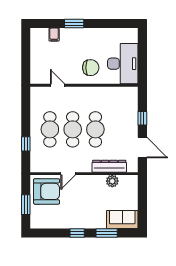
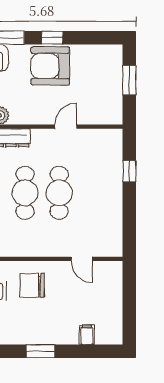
window: (74, 24) -> (41, 351), moved
cafe table: (50, 129) -> (93, 193), removed
armchair: (47, 191) -> (50, 66), moved

